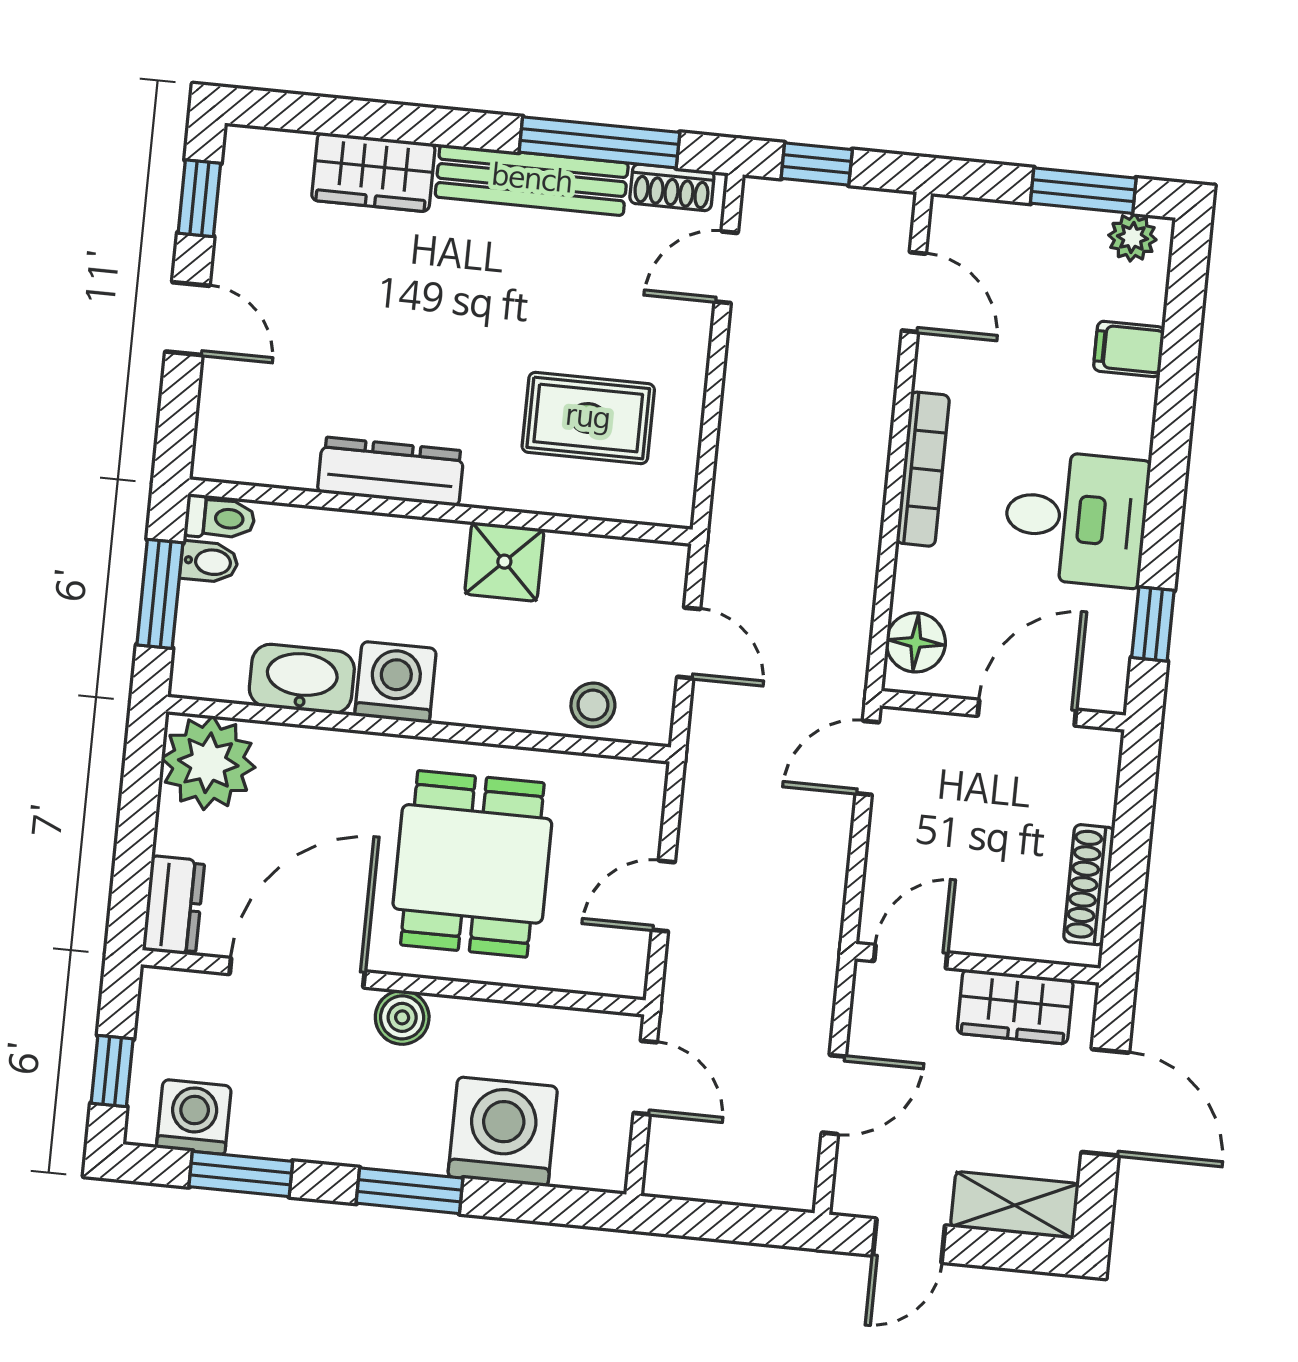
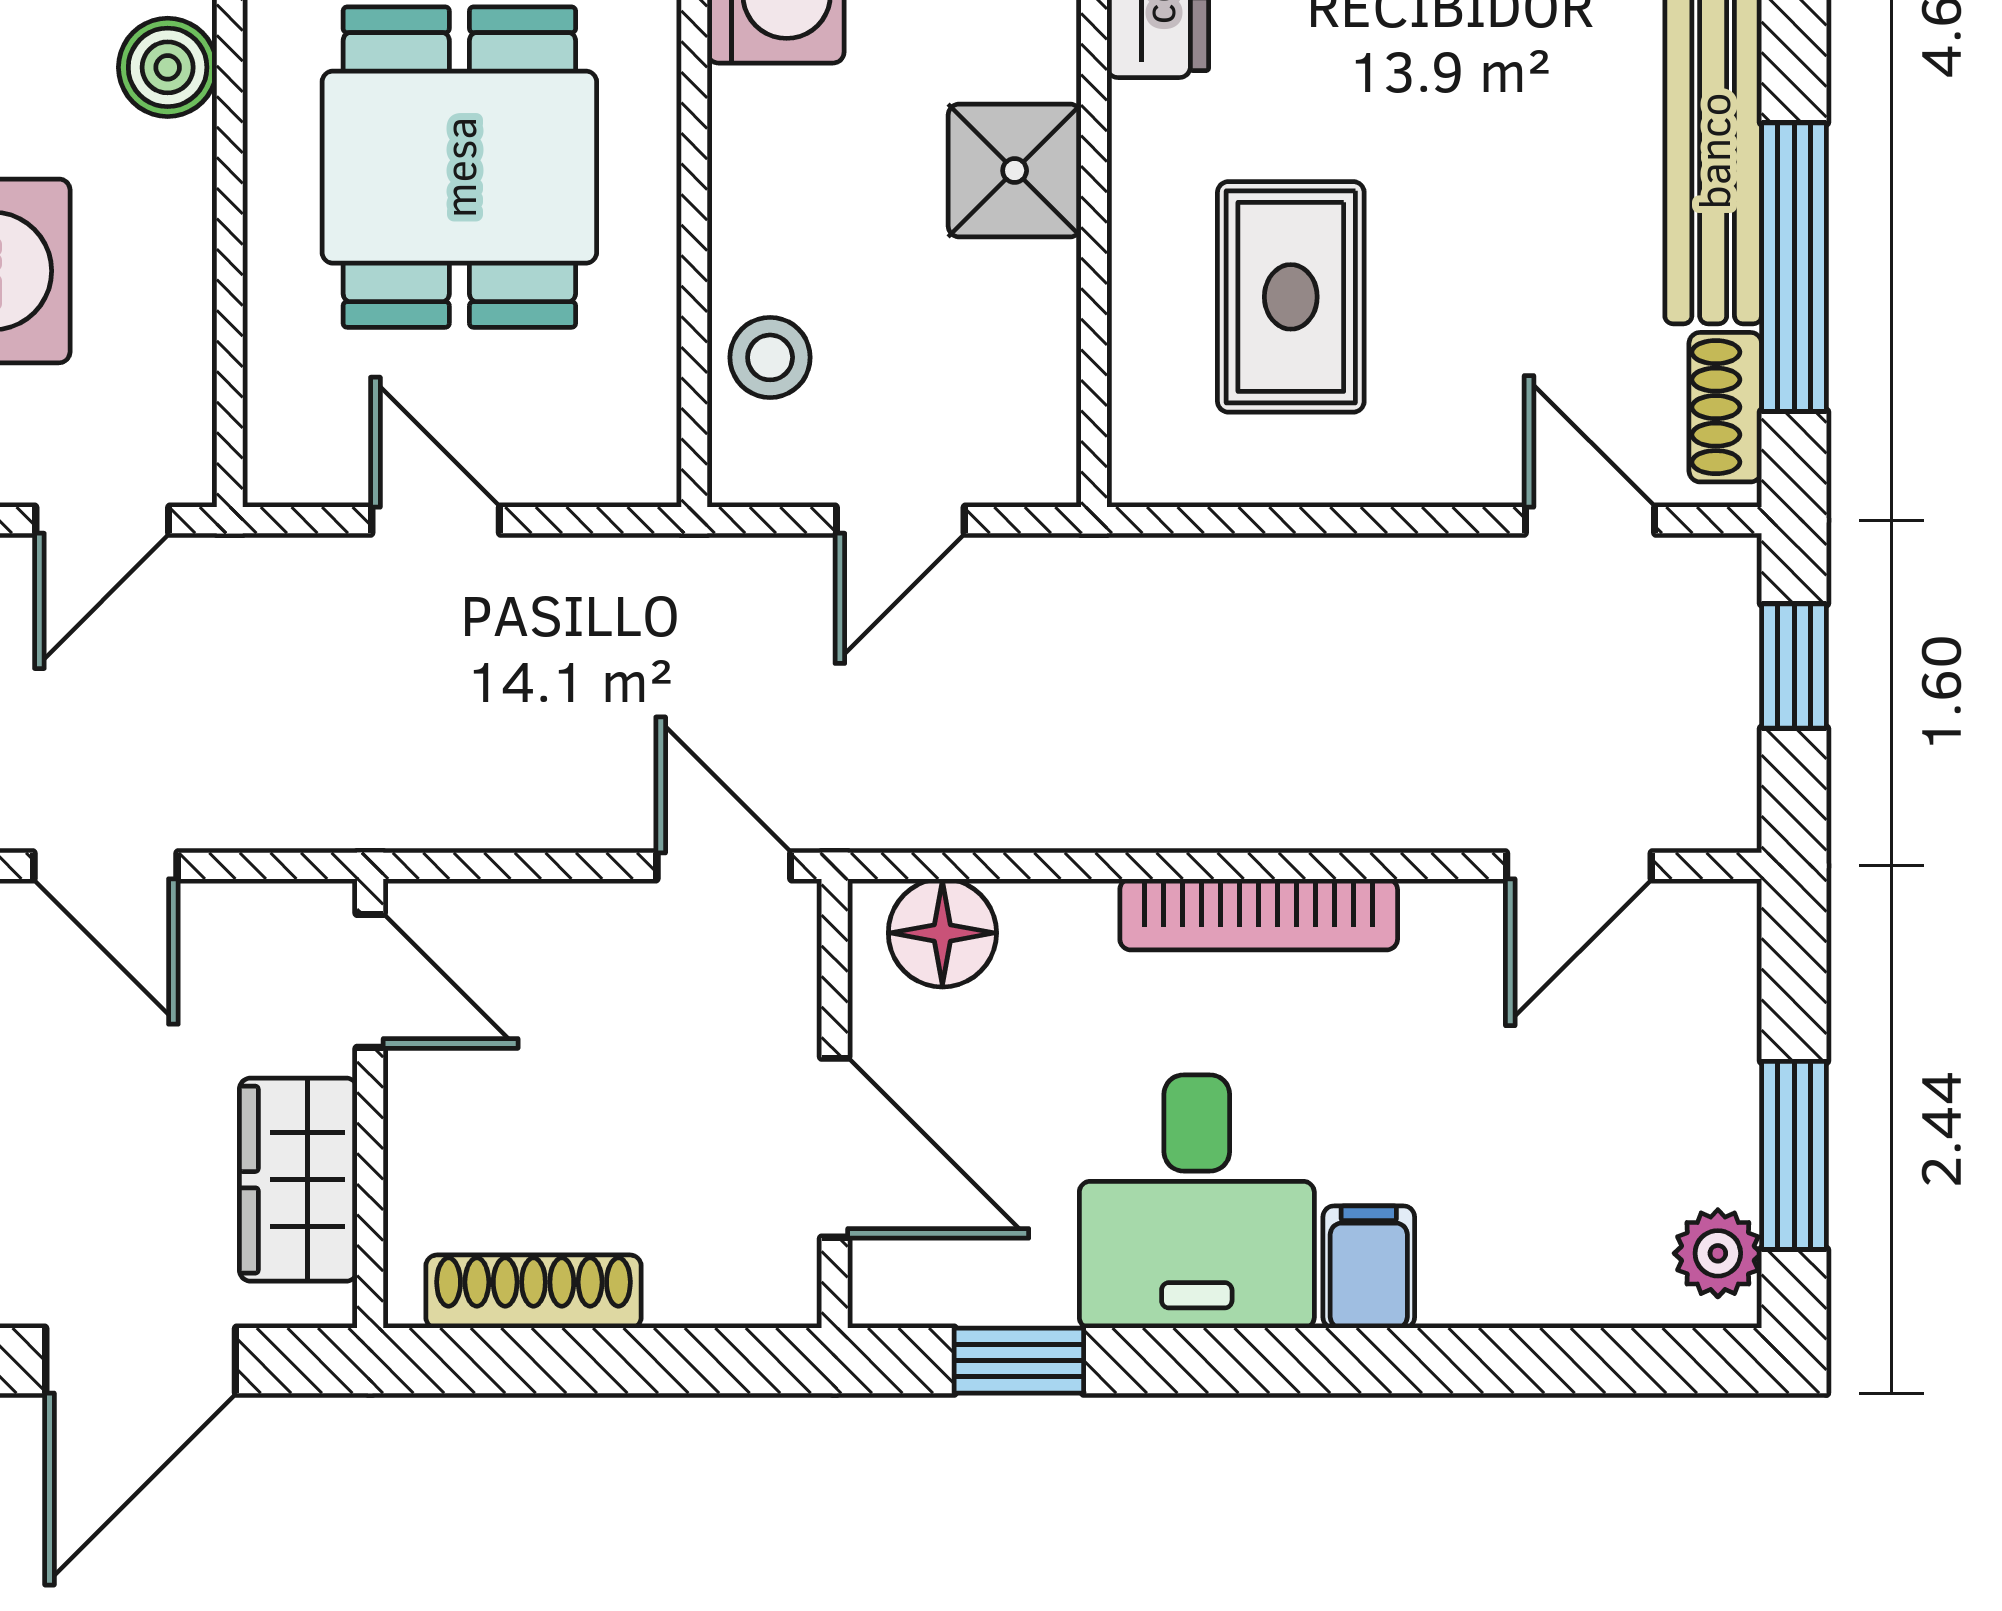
filing cabinet: (1129, 349) -> (1369, 1267), moved
dining table: (472, 864) -> (459, 167), turned 90

